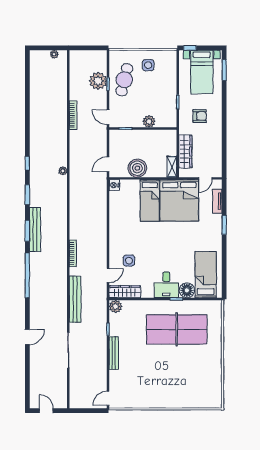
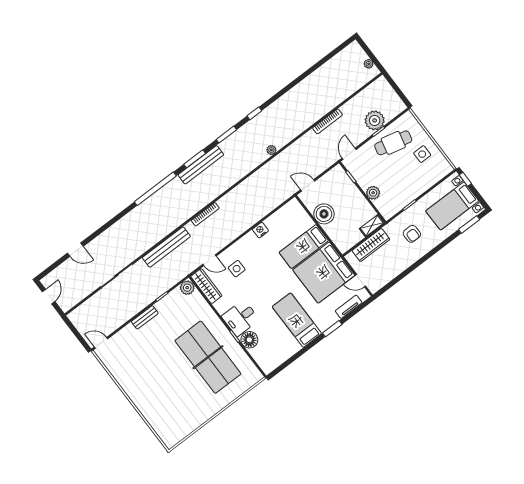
shelving: (172, 167) -> (372, 226), moved
nightstand: (114, 185) -> (260, 230), moved
bed: (206, 275) -> (297, 320), moved, turned -90
door: (27, 337) -> (75, 250), moved
bench: (114, 353) -> (145, 317), width x0.73

